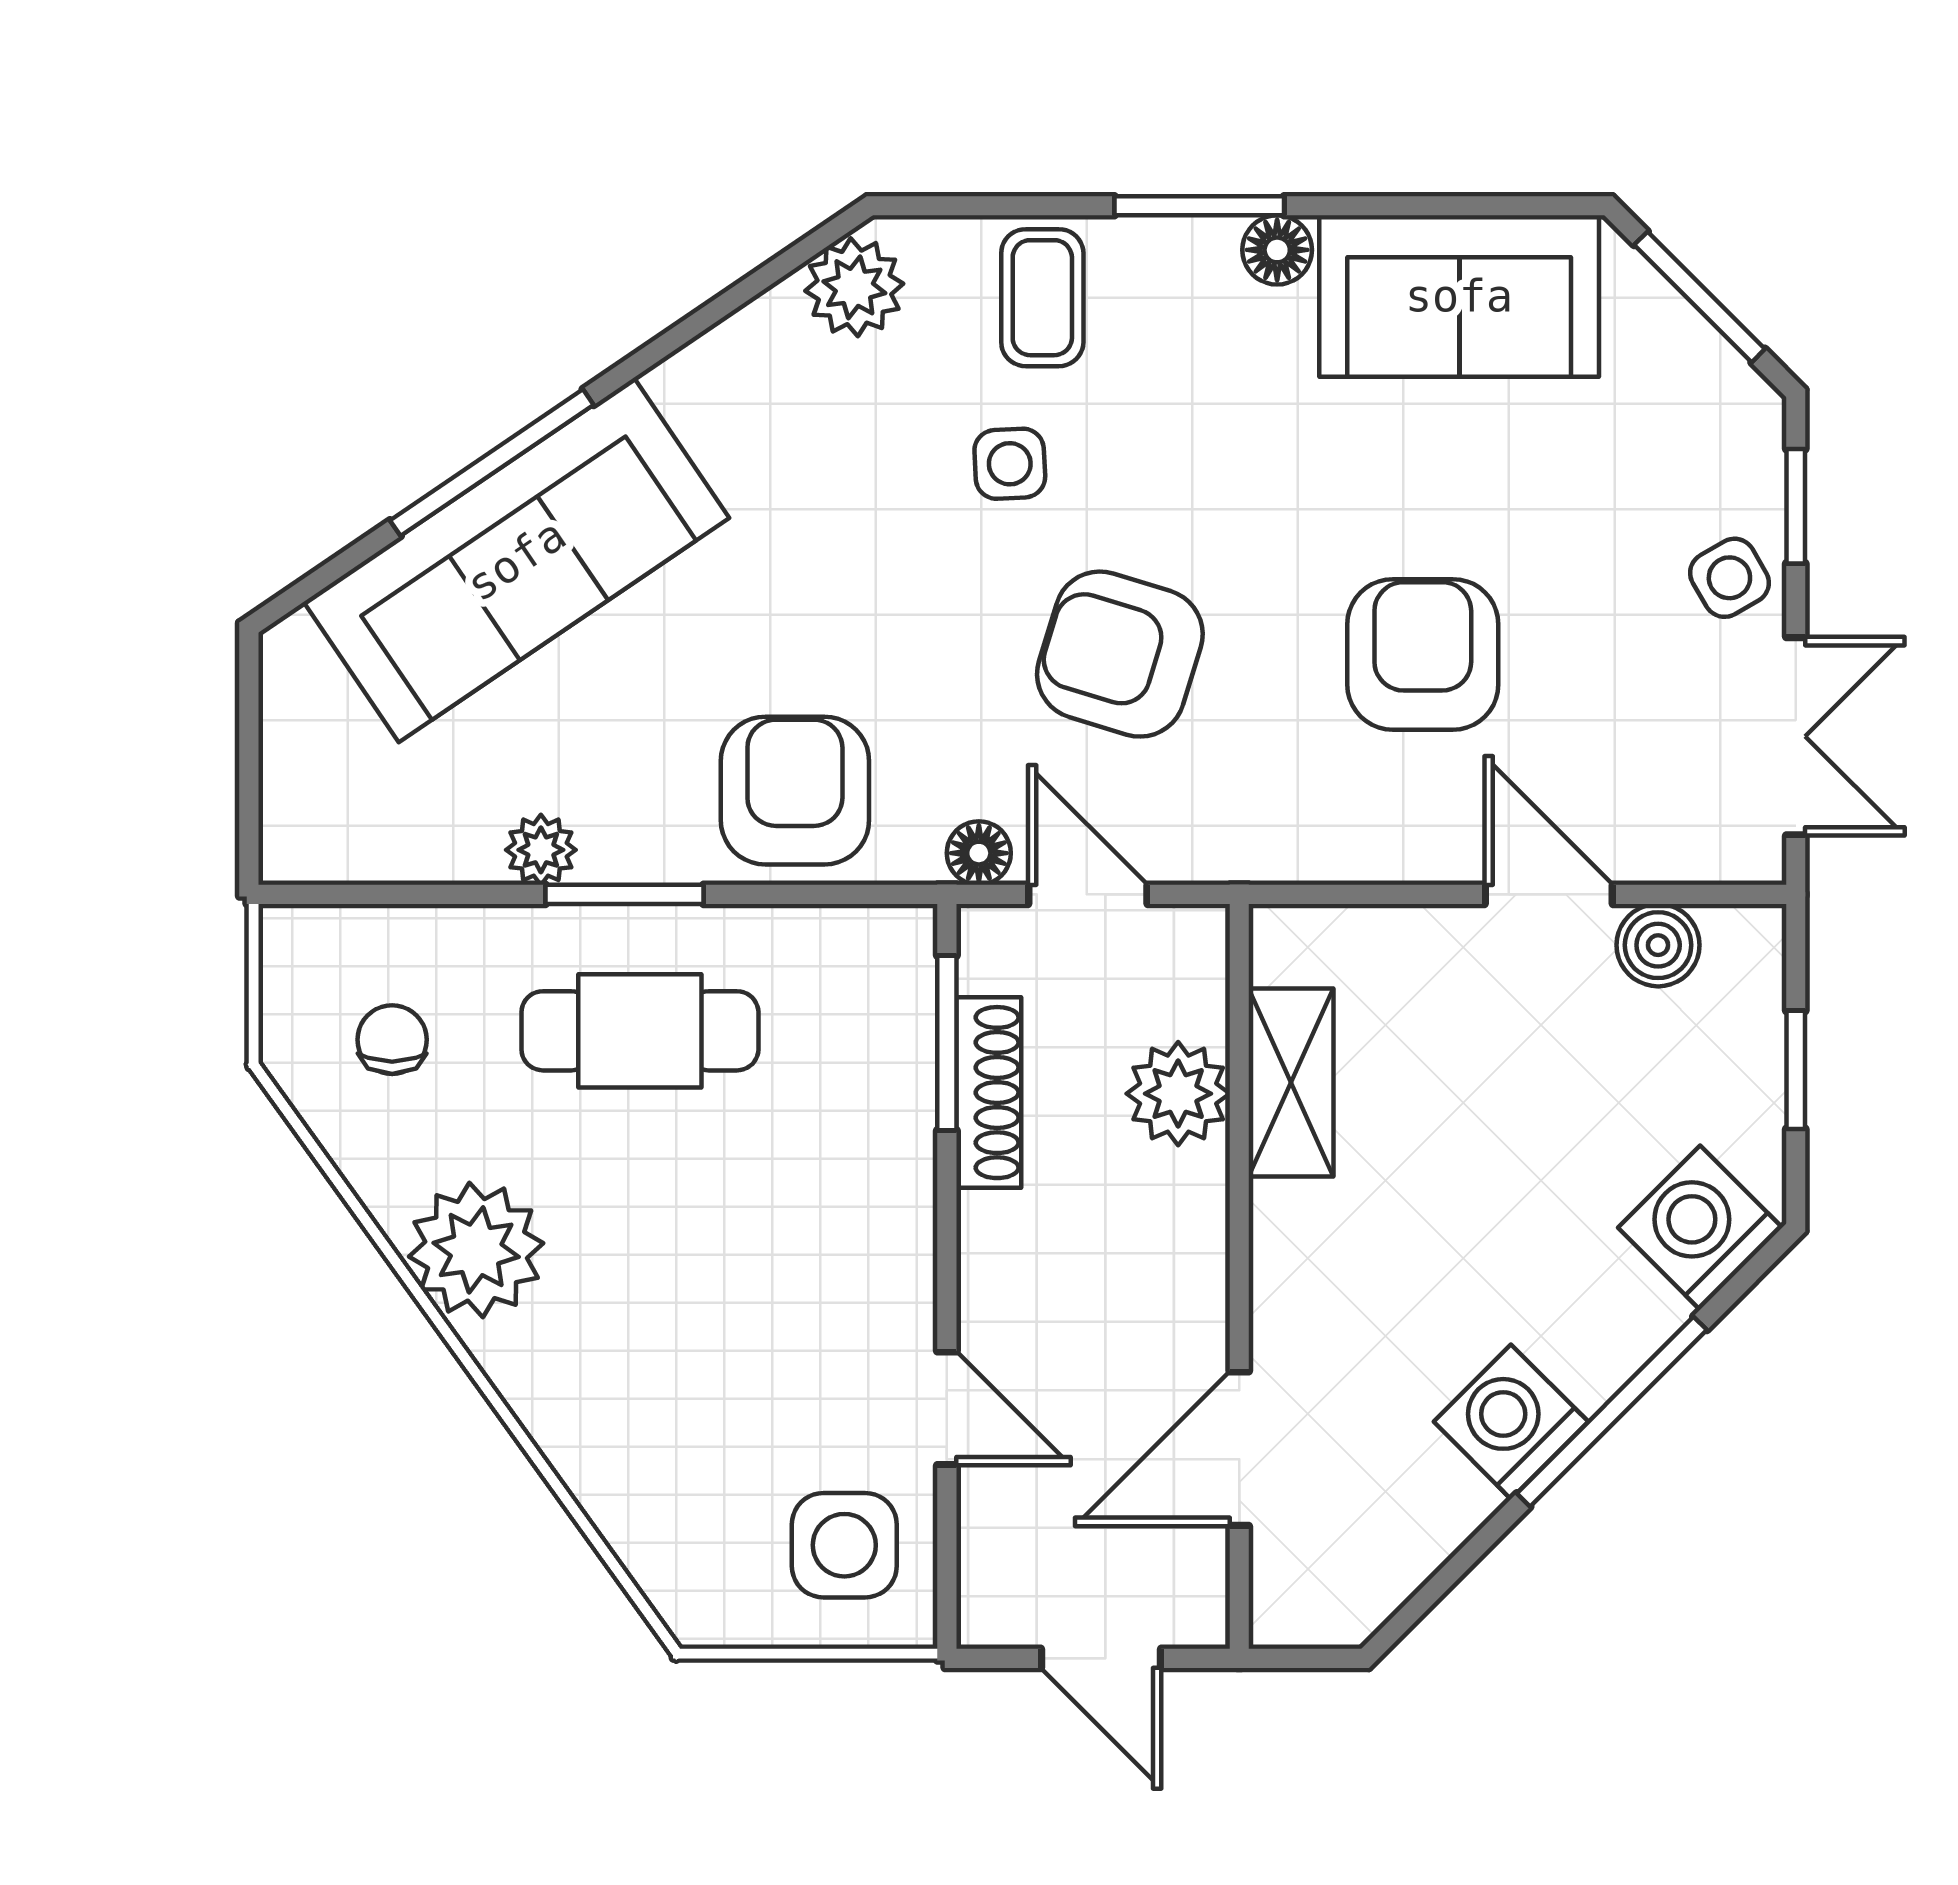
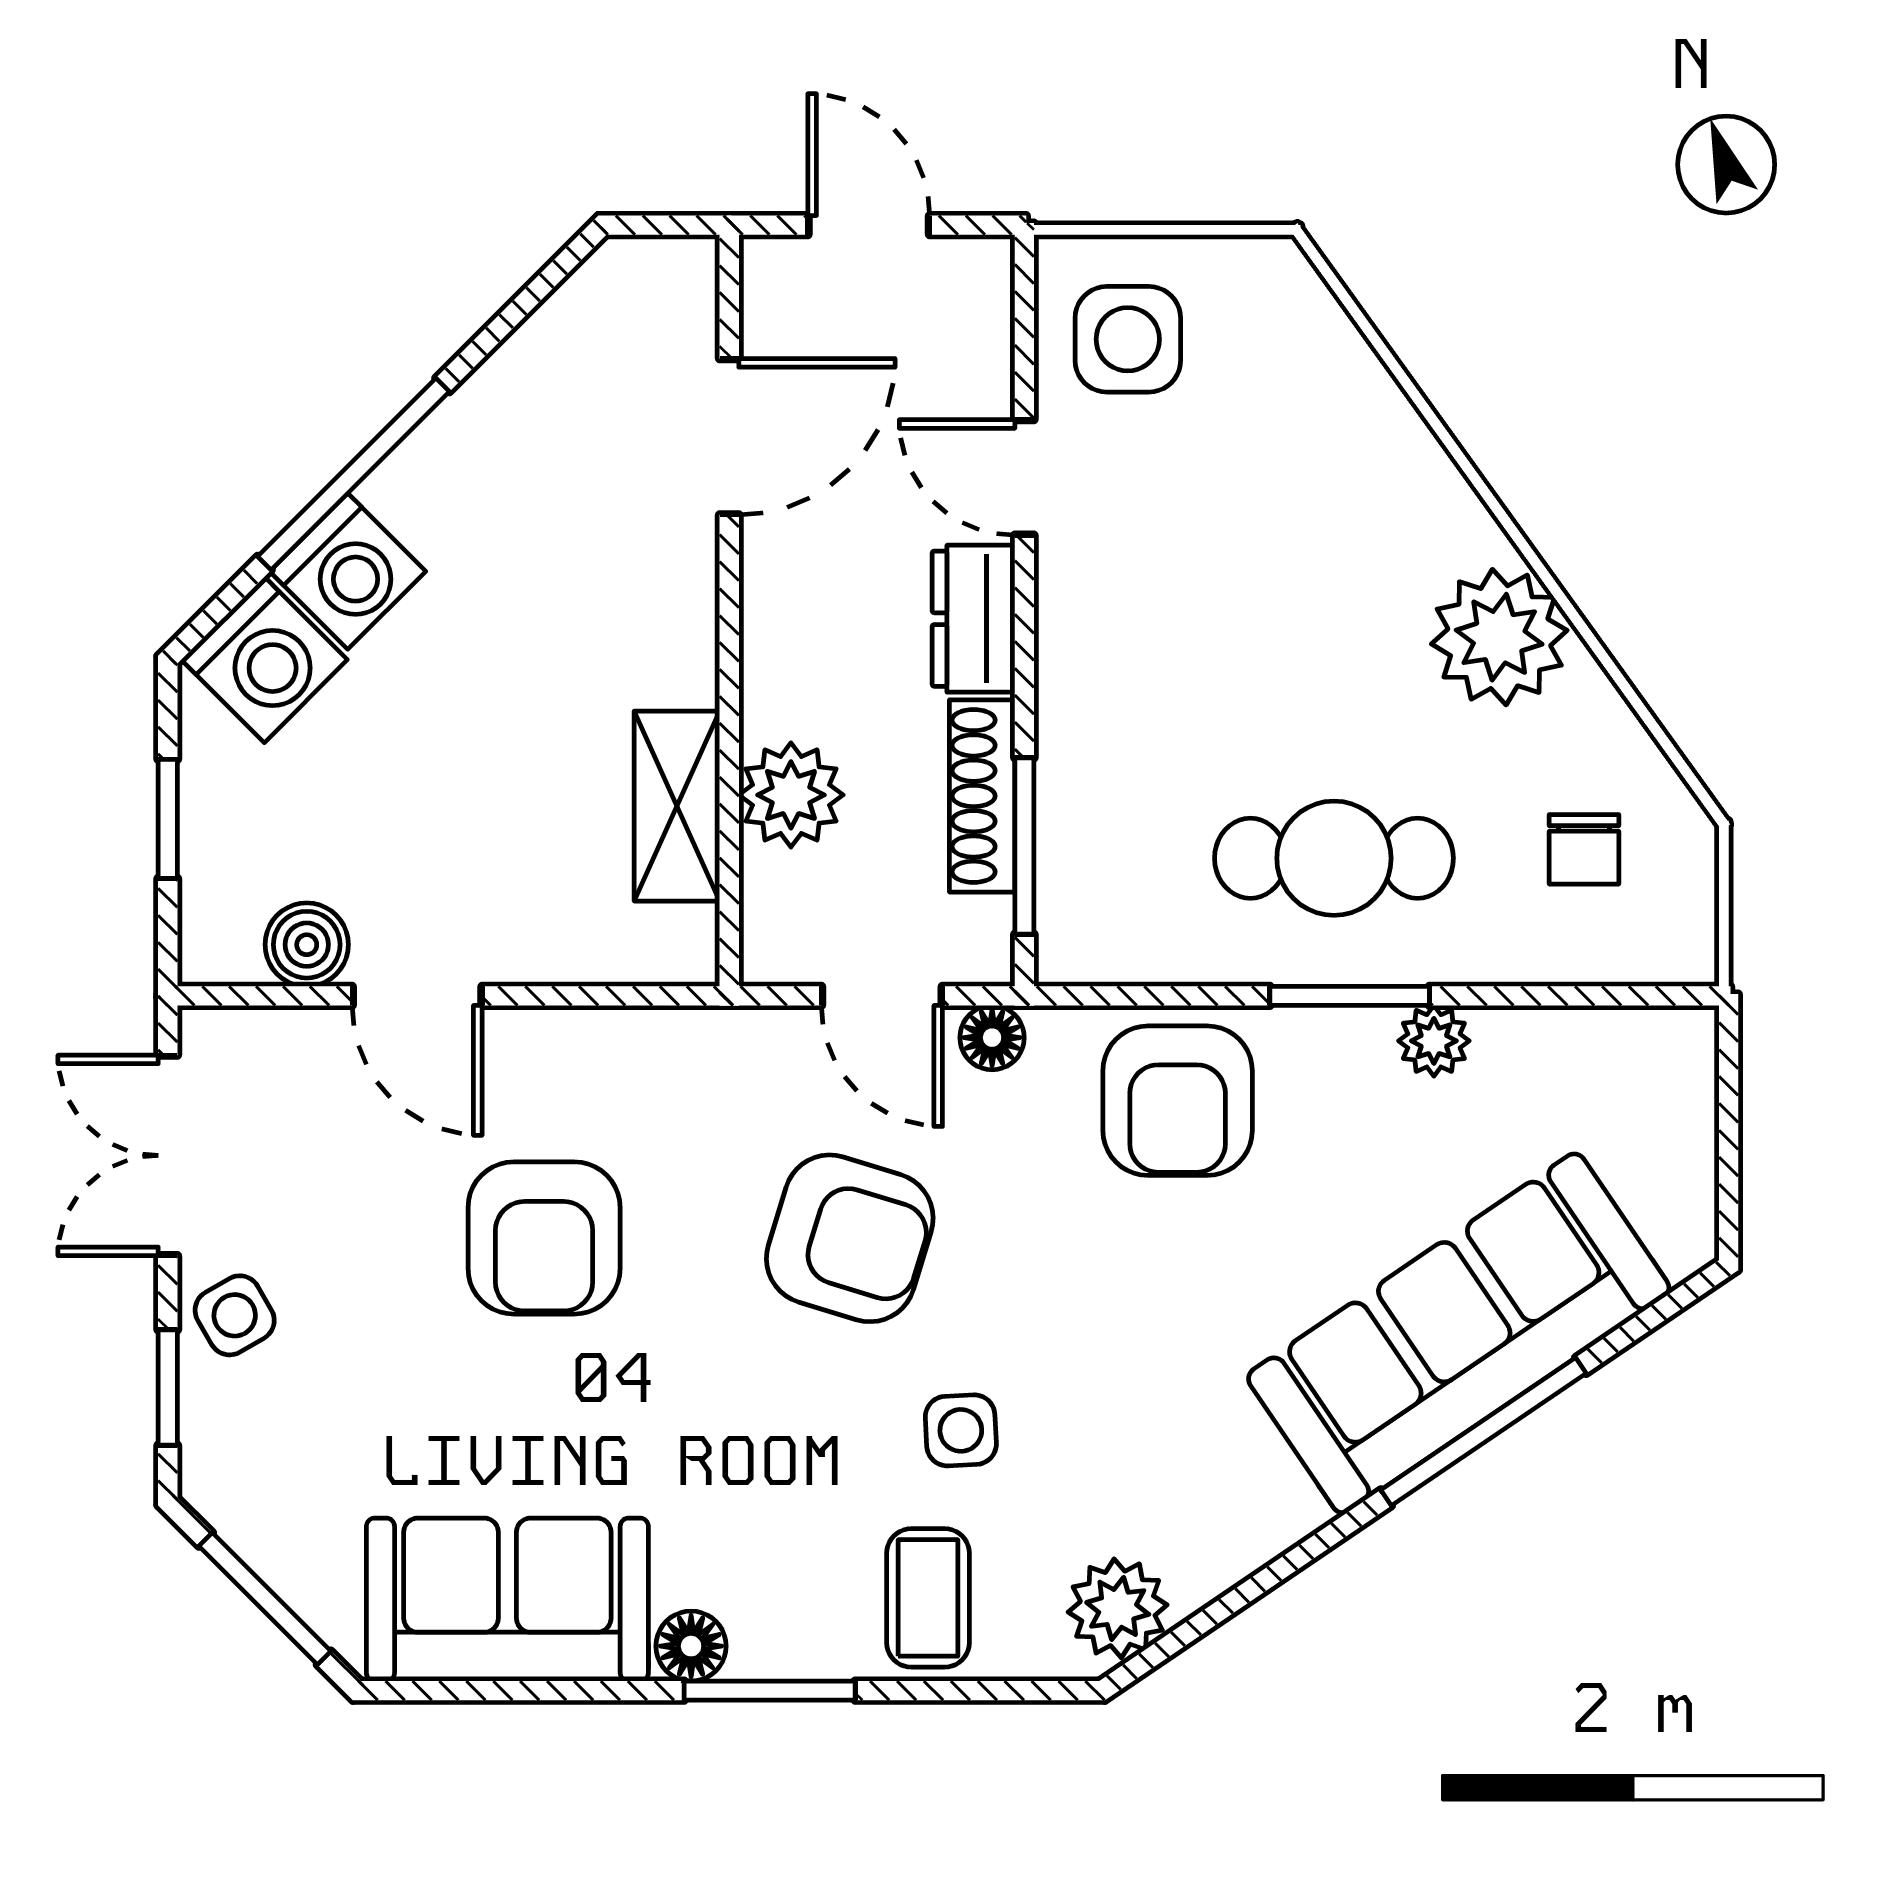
dresser: (997, 1268) -> (973, 619), added
washing machine: (1511, 1422) -> (348, 571), moved

